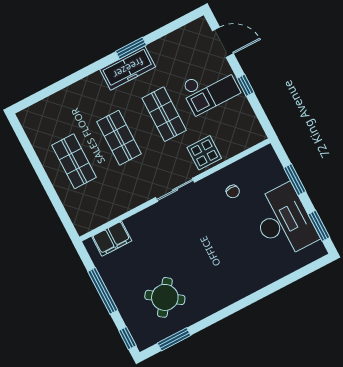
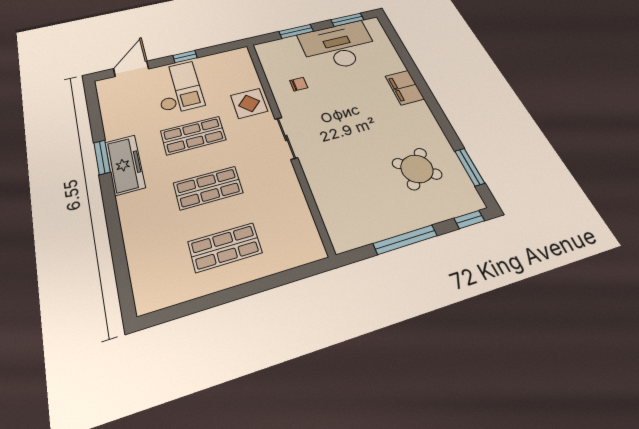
filing cabinet: (112, 239) -> (405, 87), moved, turned 180

